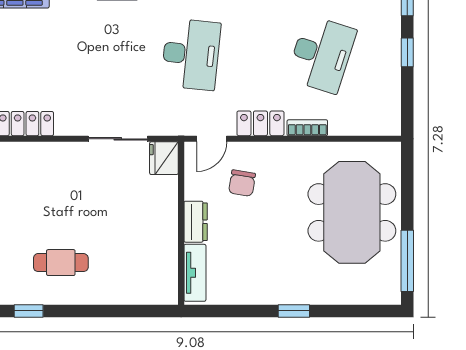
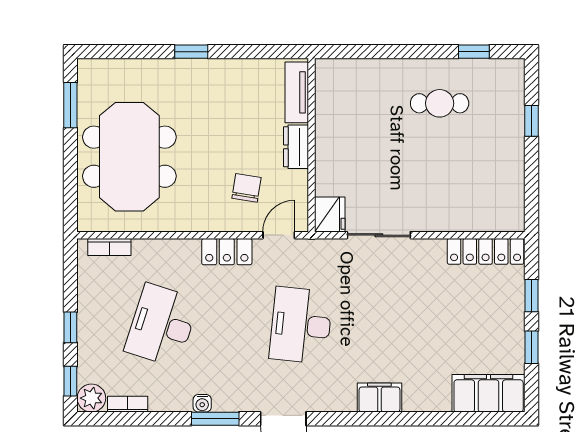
bookcase: (307, 128) -> (109, 247), moved
window: (407, 261) -> (70, 105), width x0.69

